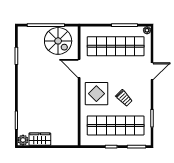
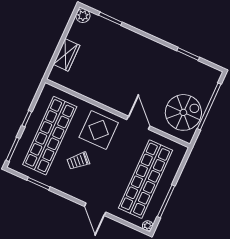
spiral stairs: (58, 41) -> (183, 112), turned 180
door: (79, 69) -> (138, 123), hinge flipped
wardrobe: (40, 139) -> (66, 55), moved

